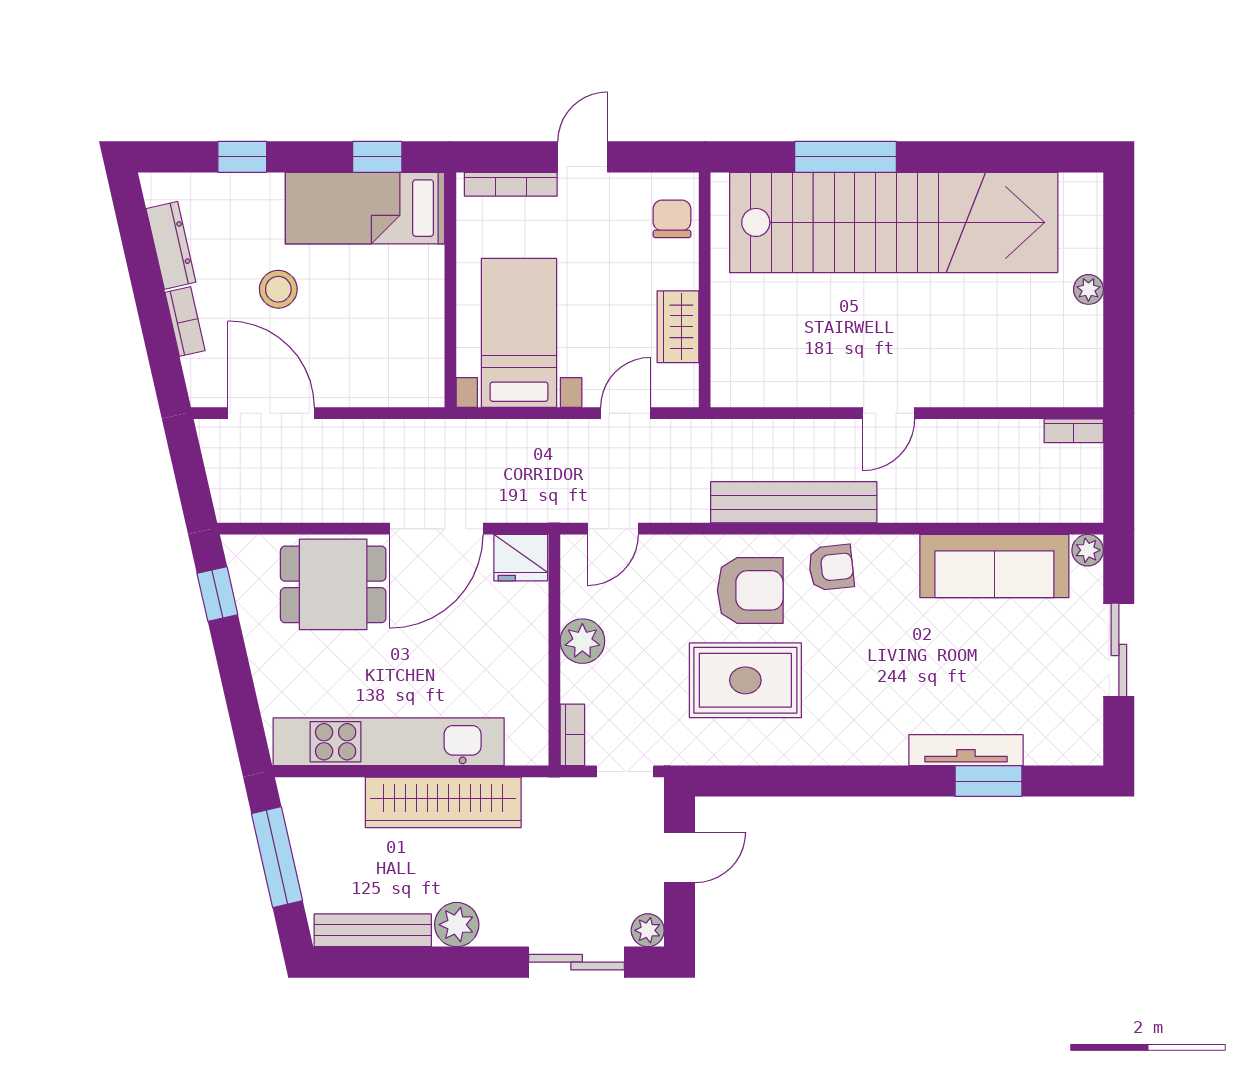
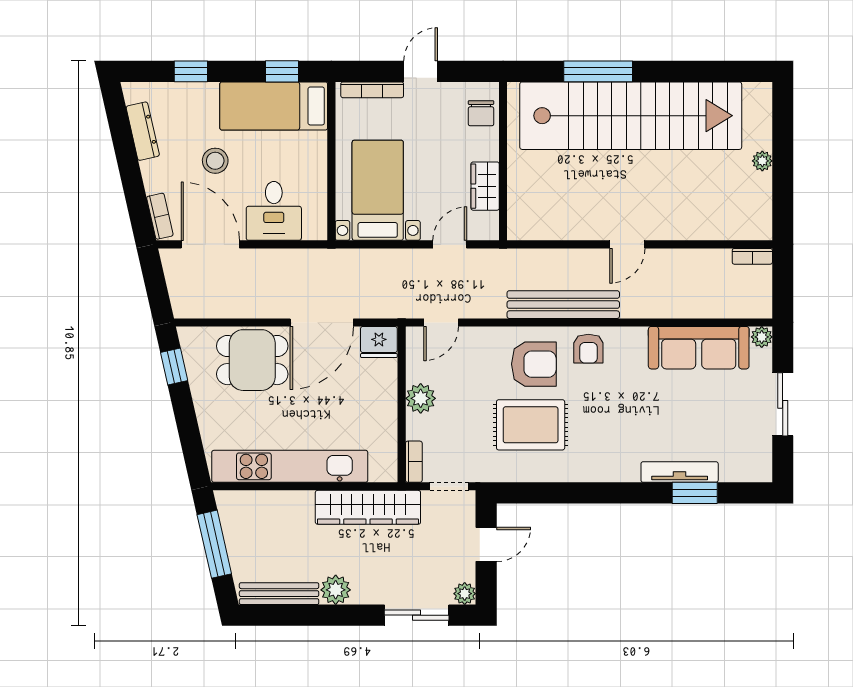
chair: (672, 219) -> (481, 113), turned 180
bookcase: (185, 321) -> (160, 216), moved
desk: (365, 363) -> (274, 211), added
armchair: (831, 567) -> (588, 349), turned 96
wardrobe: (443, 802) -> (368, 507), moved

